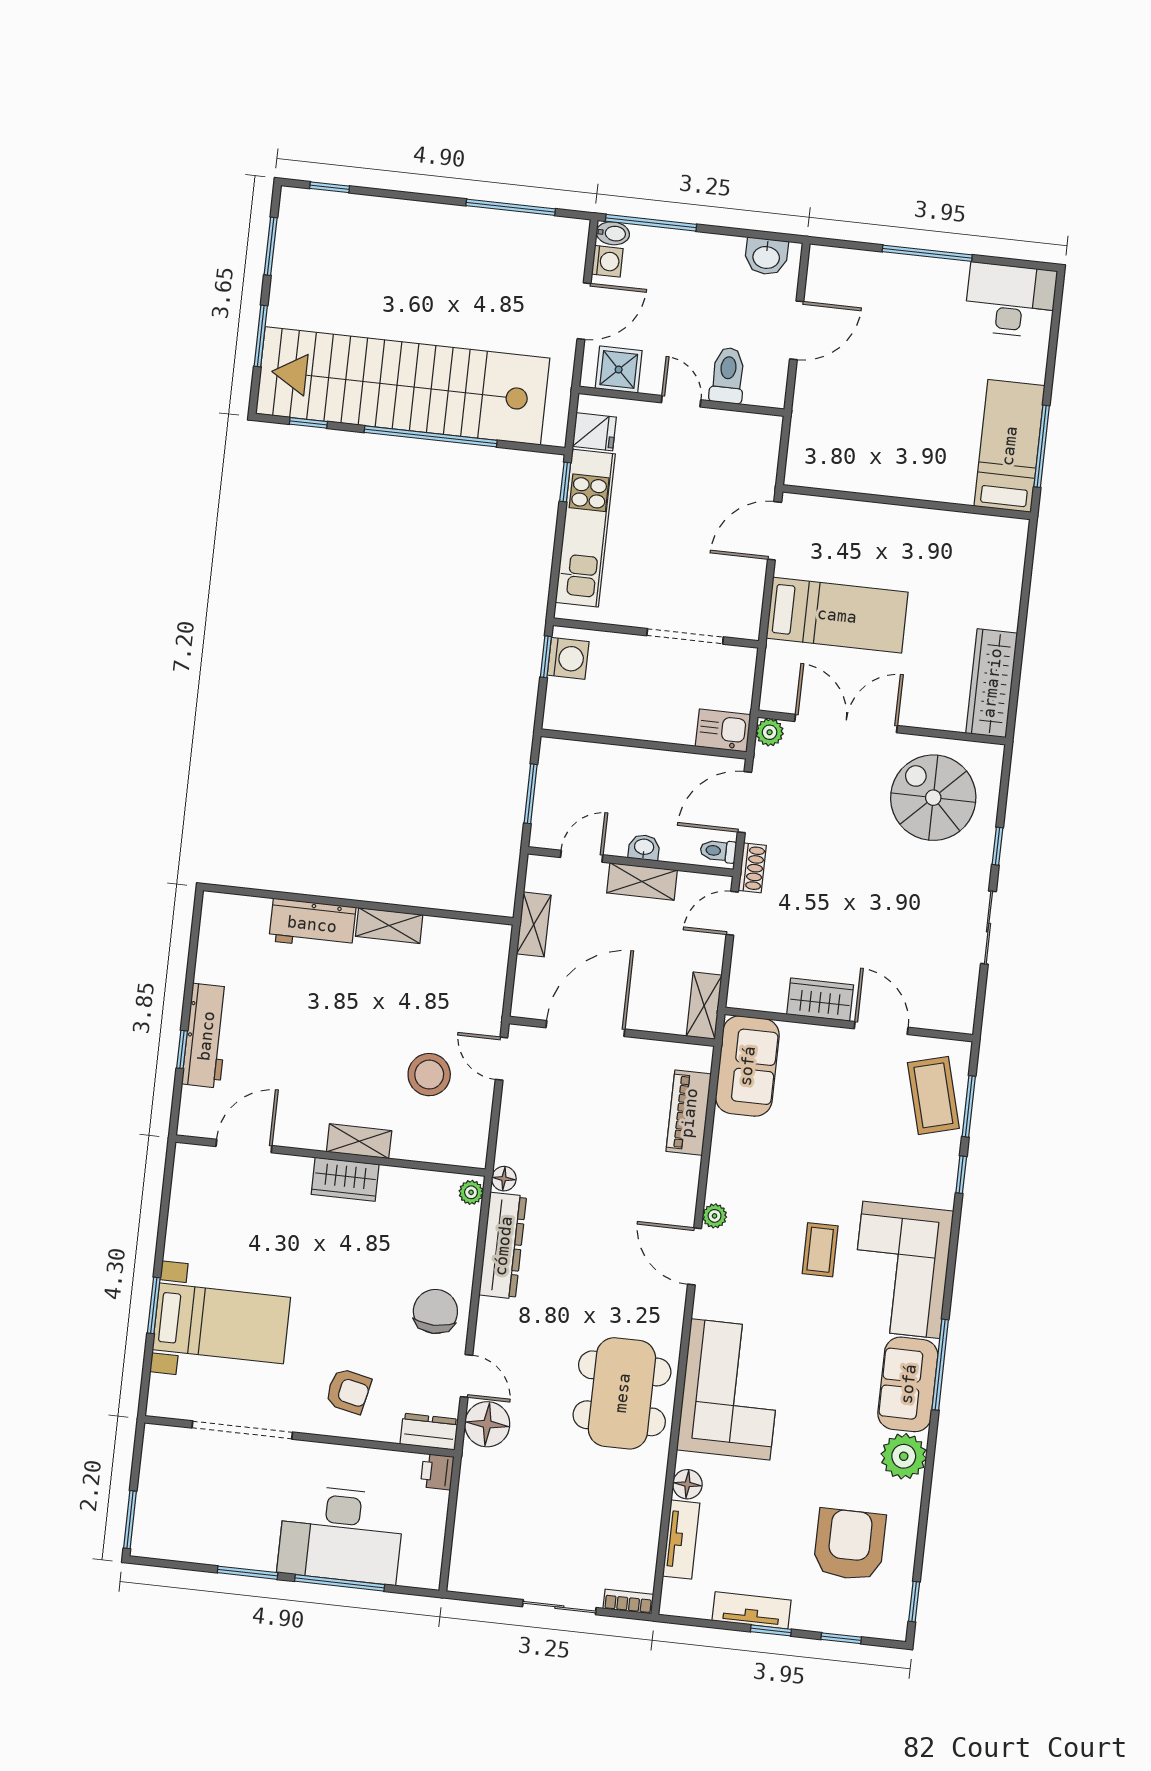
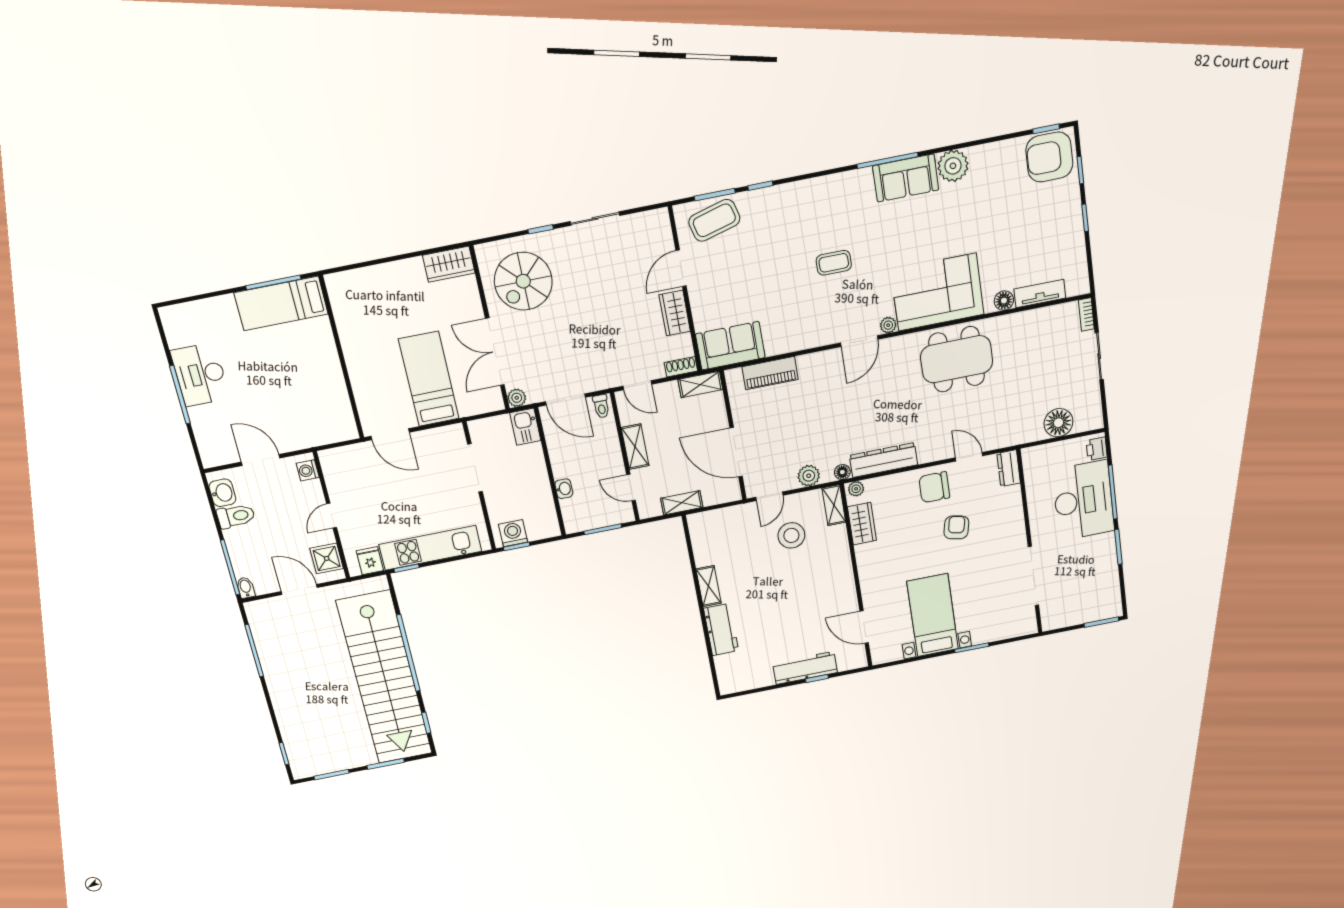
washing machine: (607, 261) -> (308, 470), moved, turned -90
desk: (1010, 300) -> (200, 375), moved
toilet: (728, 375) -> (236, 516), moved, turned 180
wardrobe: (992, 683) -> (449, 264), width x0.67
washbasin: (644, 847) -> (564, 489), moved, turned 180
shoe rack: (752, 868) -> (681, 367), moved
plant: (515, 1127) -> (809, 476), added
shelving: (359, 1141) -> (834, 505), moved
wardrobe: (345, 1179) -> (862, 524), moved
plant: (715, 1216) -> (888, 325), moved
corner sofa: (901, 1270) -> (833, 206), removed
bed with nightstands: (221, 1323) -> (933, 615), moved
door: (466, 1376) -> (969, 457), hinge flipped
armchair: (348, 1391) -> (956, 527), moved
floor lamp: (487, 1424) -> (1058, 423), moved
printer: (437, 1472) -> (1097, 449), moved, turned 90
armchair: (850, 1545) -> (1049, 157), moved
tv unit: (752, 1610) -> (1075, 234), removed

